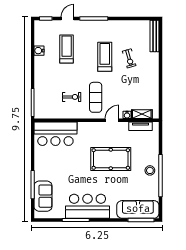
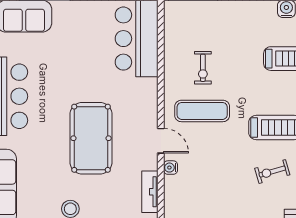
shelving: (142, 114) -> (172, 194), removed

